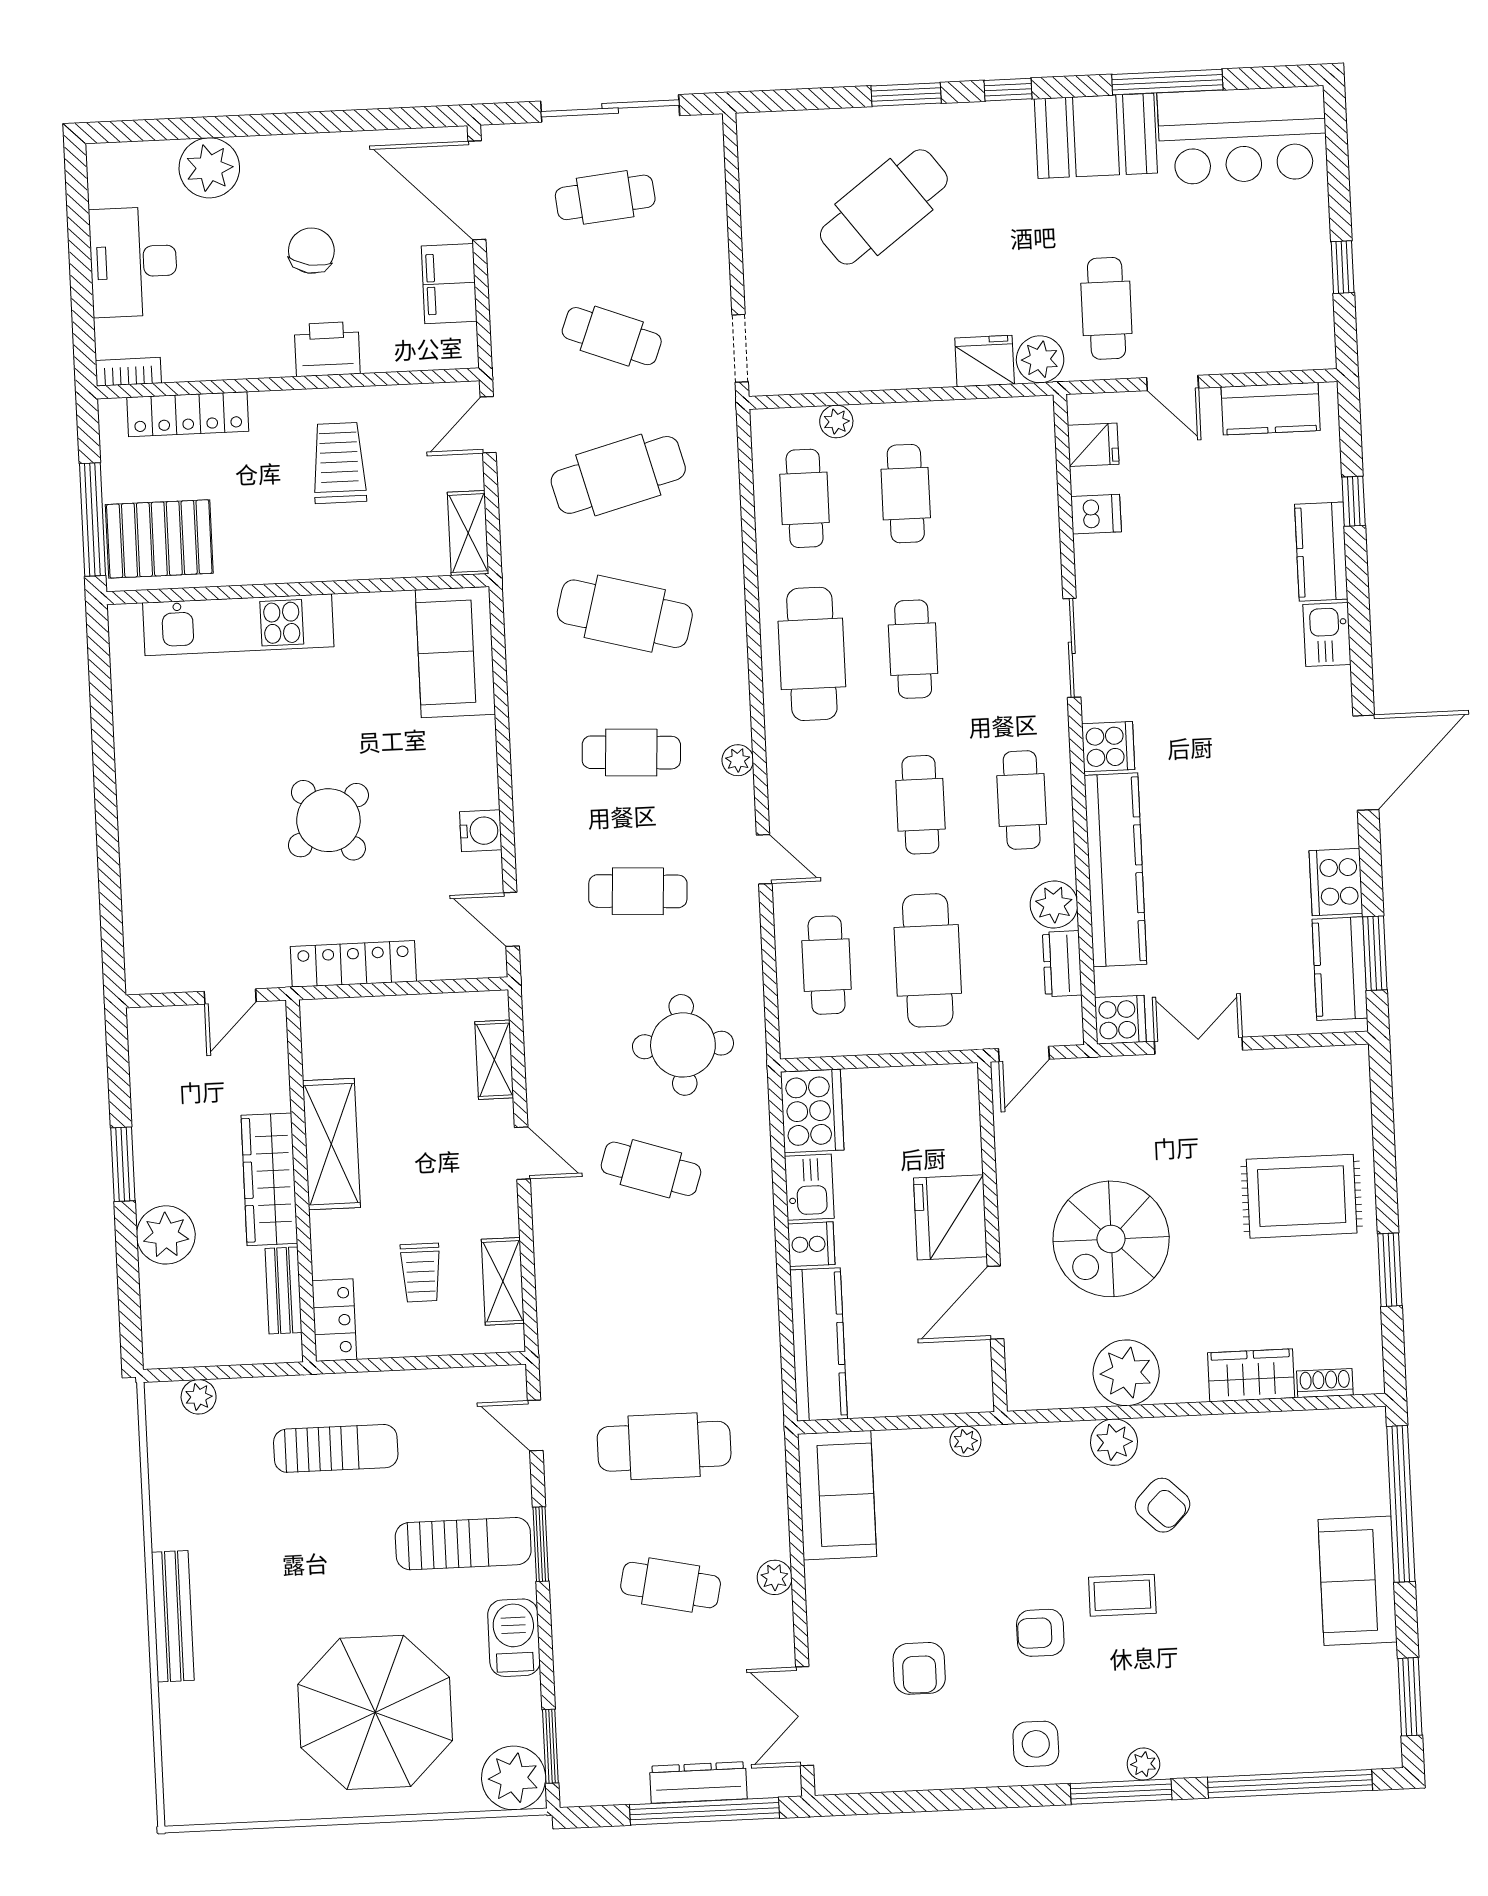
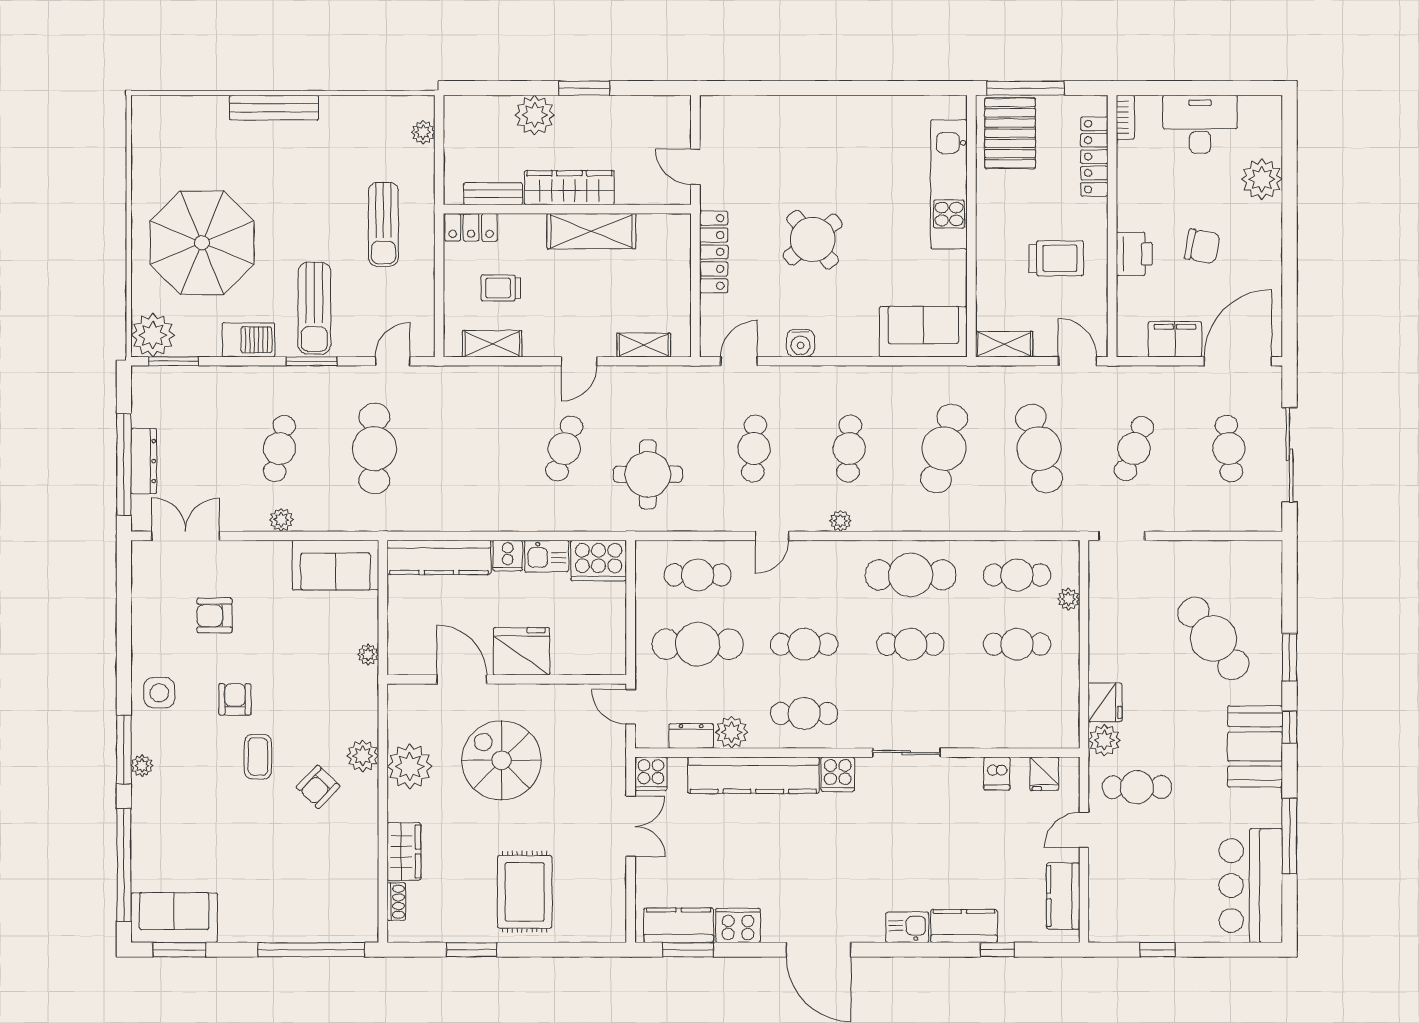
booth: (1096, 136) -> (1255, 746), moved
sofa: (1358, 1581) -> (174, 918), moved

